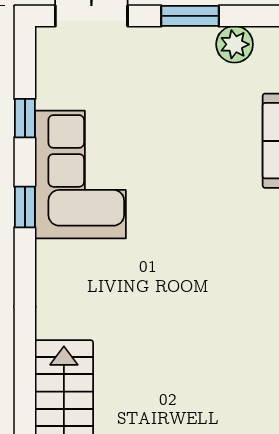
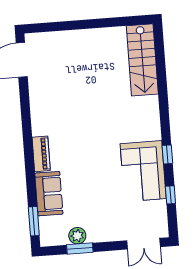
window: (190, 16) -> (80, 249), moved

